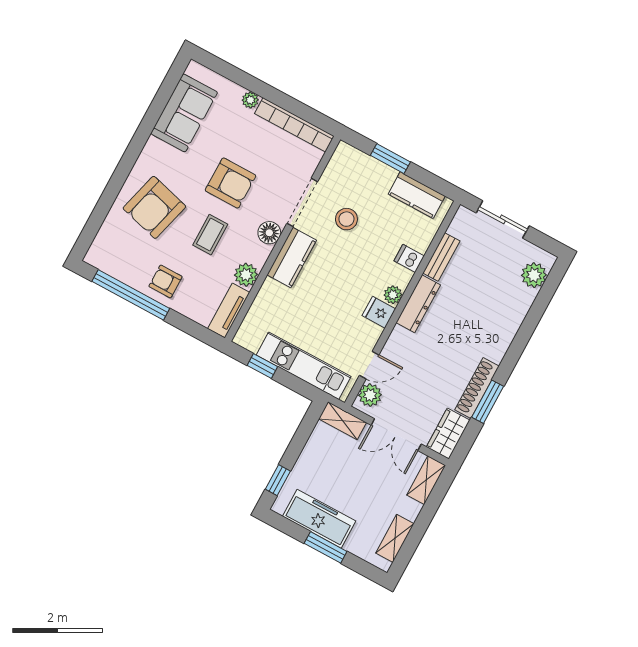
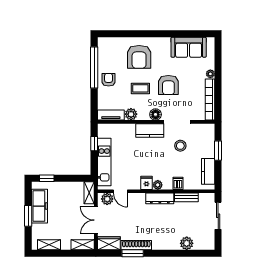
armchair: (154, 207) -> (139, 57), turned -105
plant: (534, 275) -> (187, 243), moved

